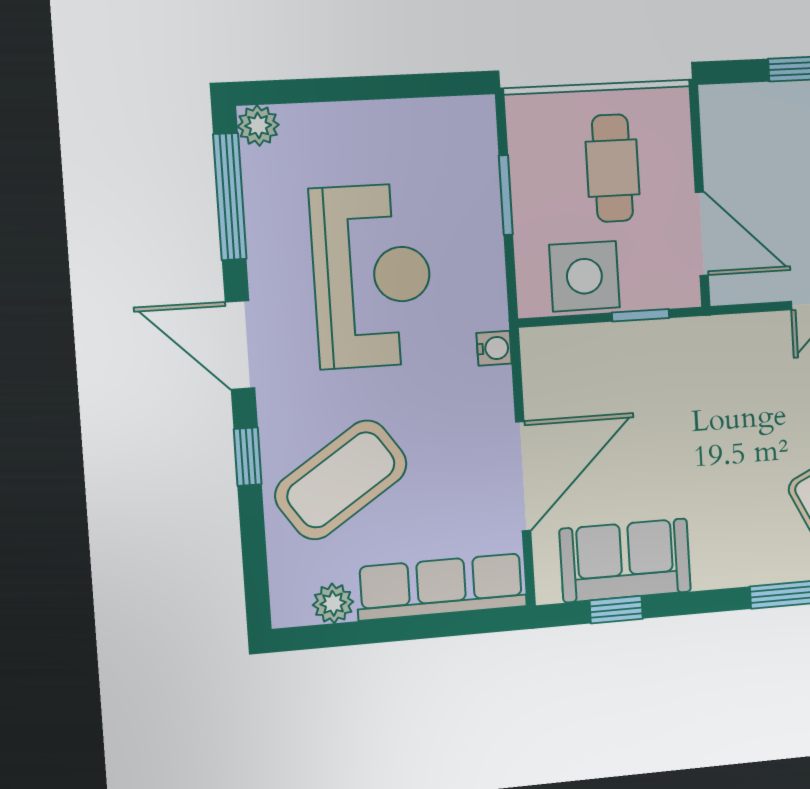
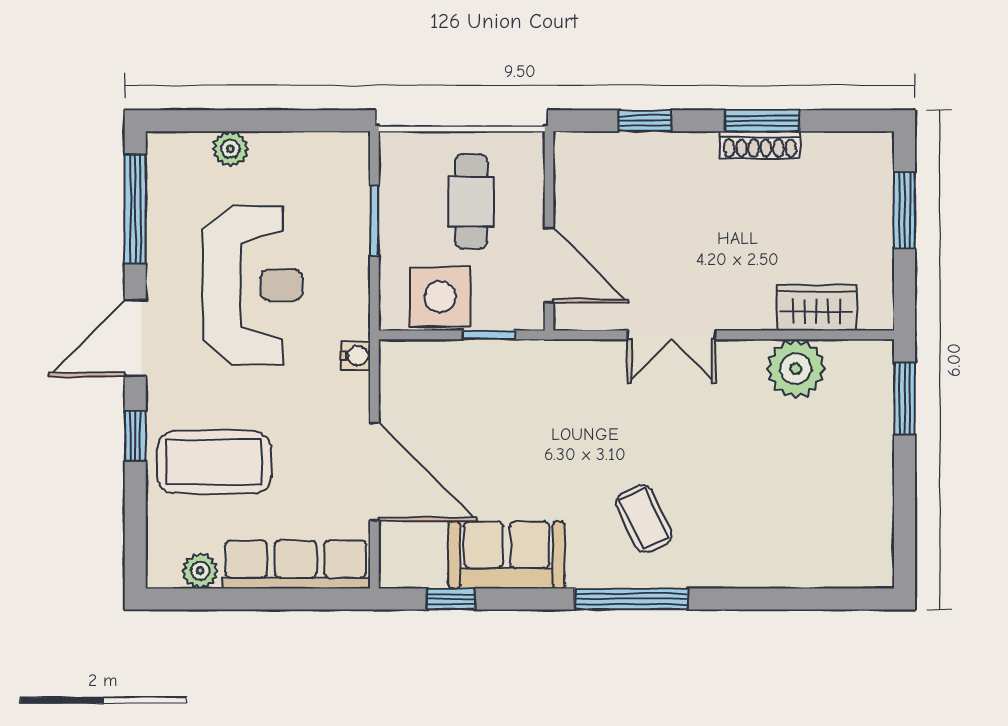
plant: (258, 126) -> (230, 149), moved
door: (240, 345) -> (135, 338), hinge flipped
door: (523, 476) -> (374, 472), hinge flipped
coffee table: (341, 480) -> (214, 462), turned 34
sofa: (625, 560) -> (507, 555), moved

